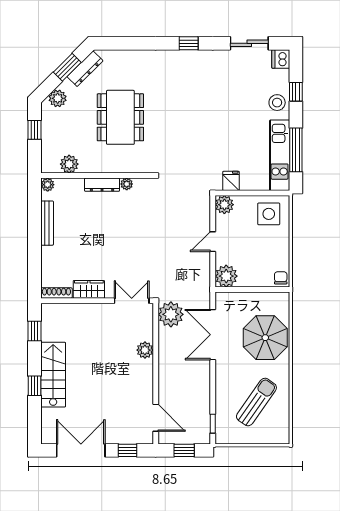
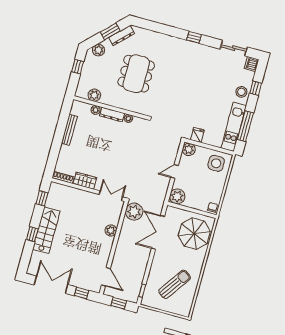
plant: (48, 185) -> (96, 110), moved
parasol: (265, 338) -> (194, 234), moved

